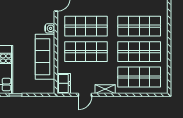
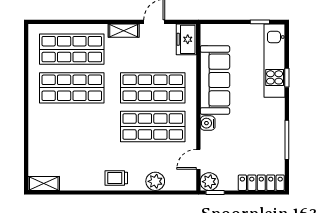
shop shelf: (139, 26) -> (72, 126), removed

